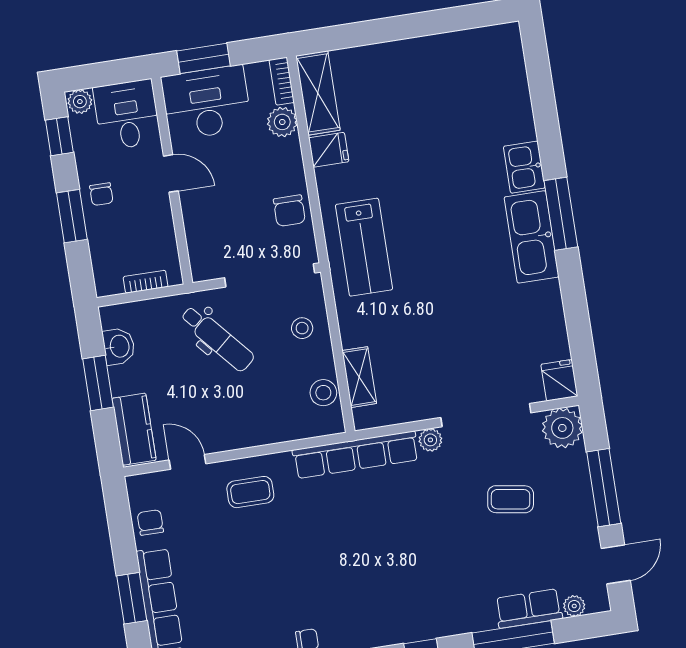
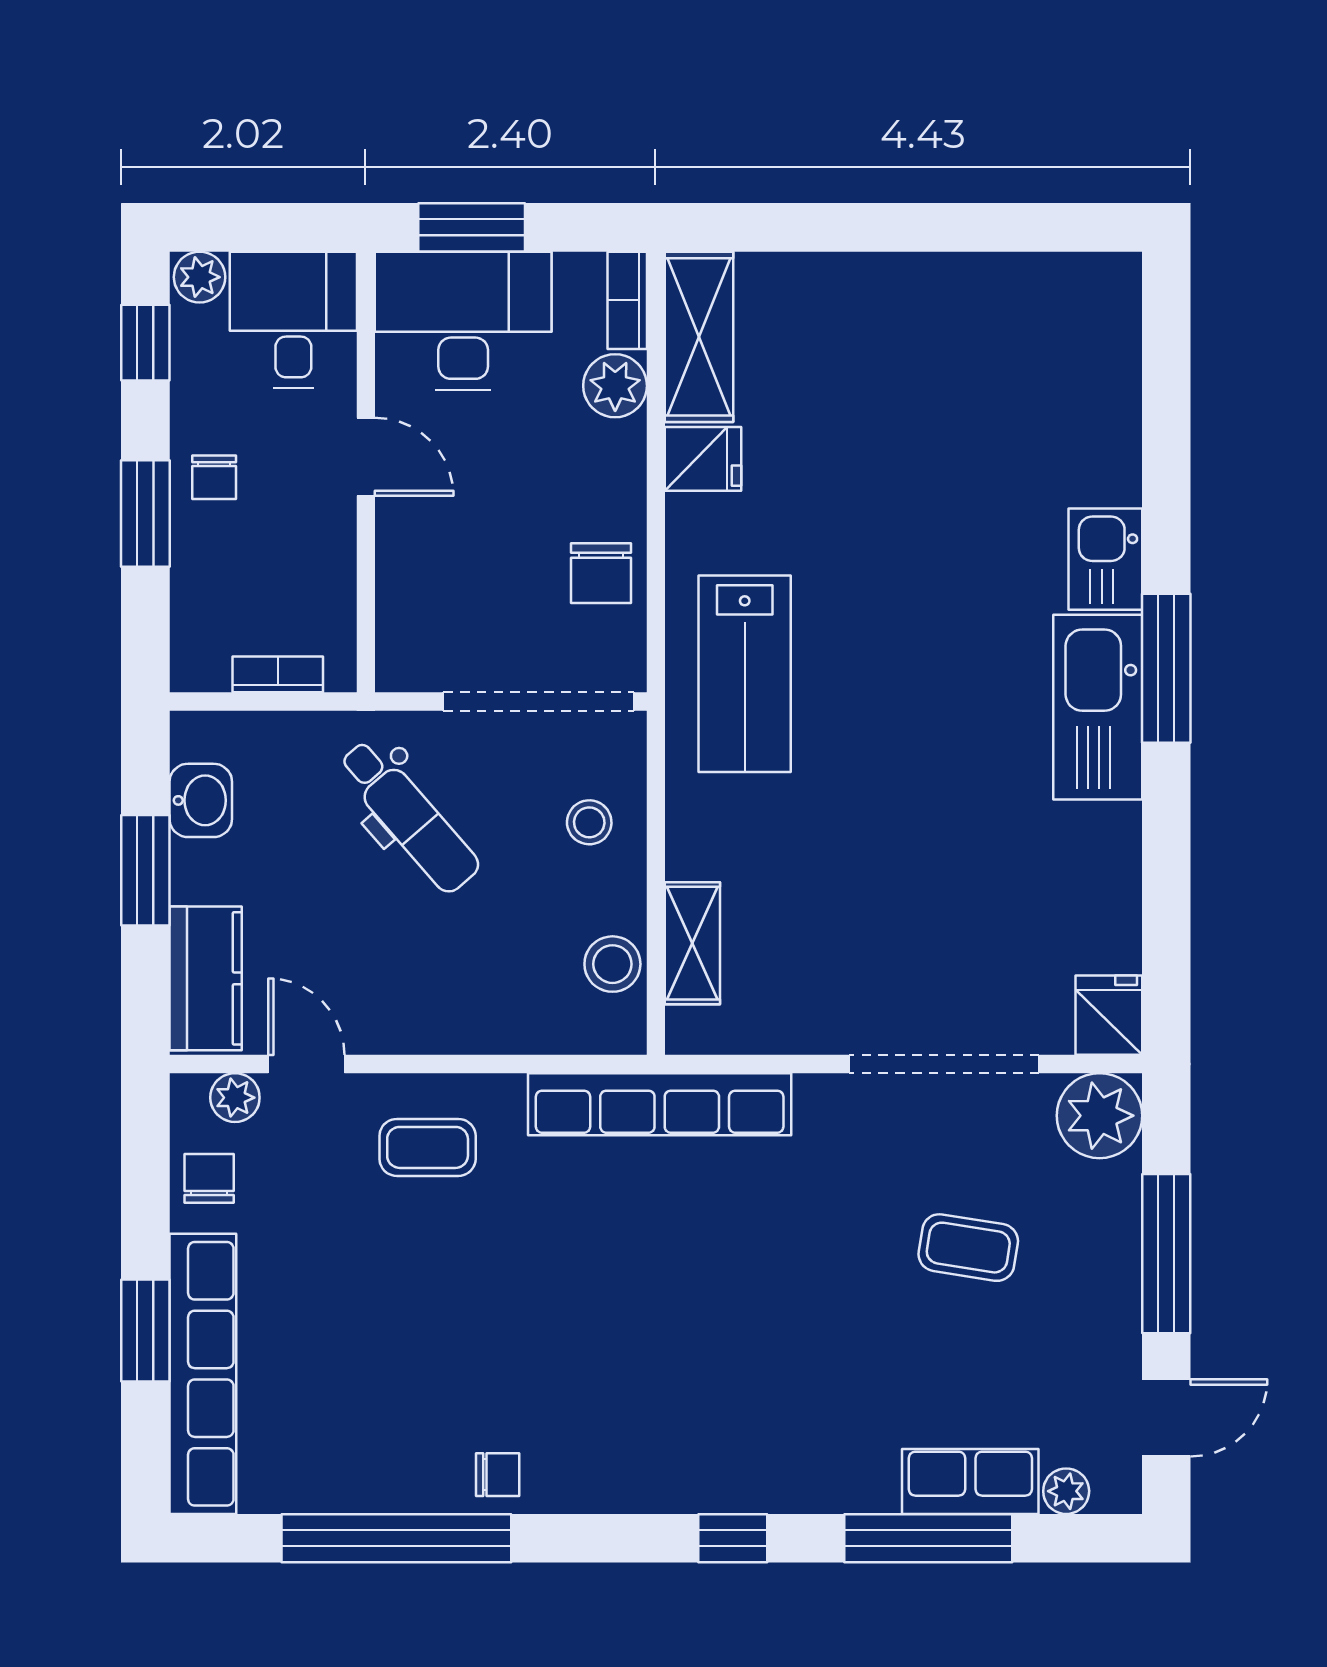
plant: (430, 440) -> (235, 1098), moved

